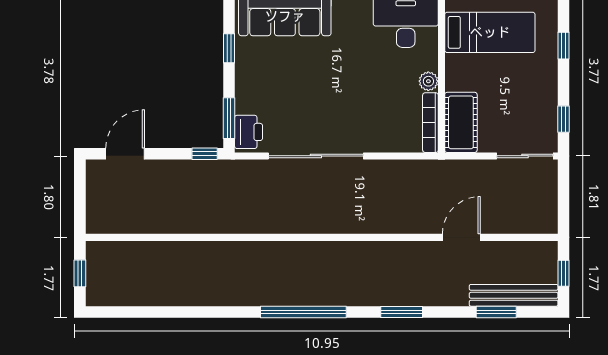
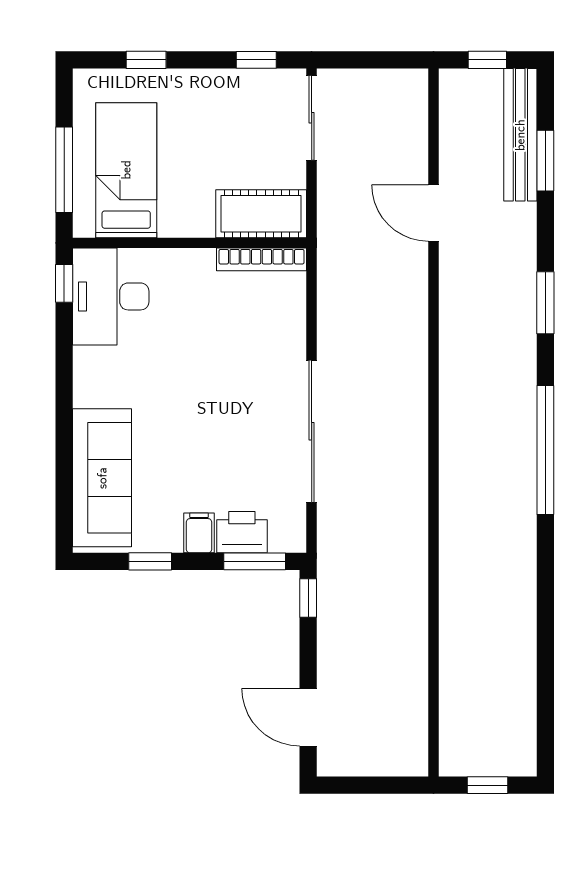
filing cabinet: (248, 81) -> (199, 533), added
plant: (428, 81) -> (199, 262), removed
printer: (249, 132) -> (242, 532), moved

